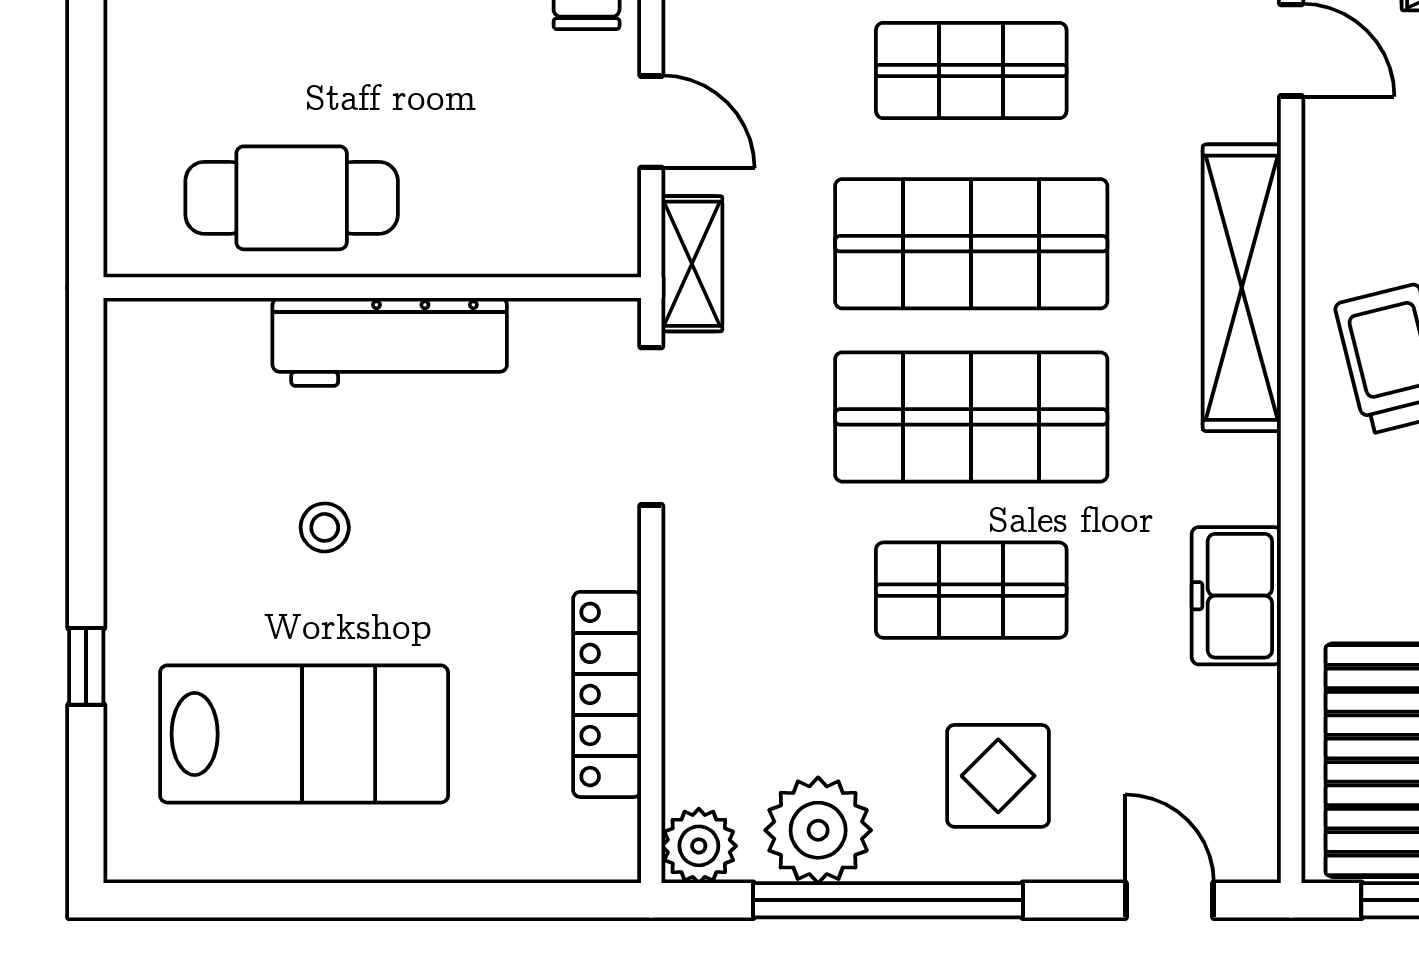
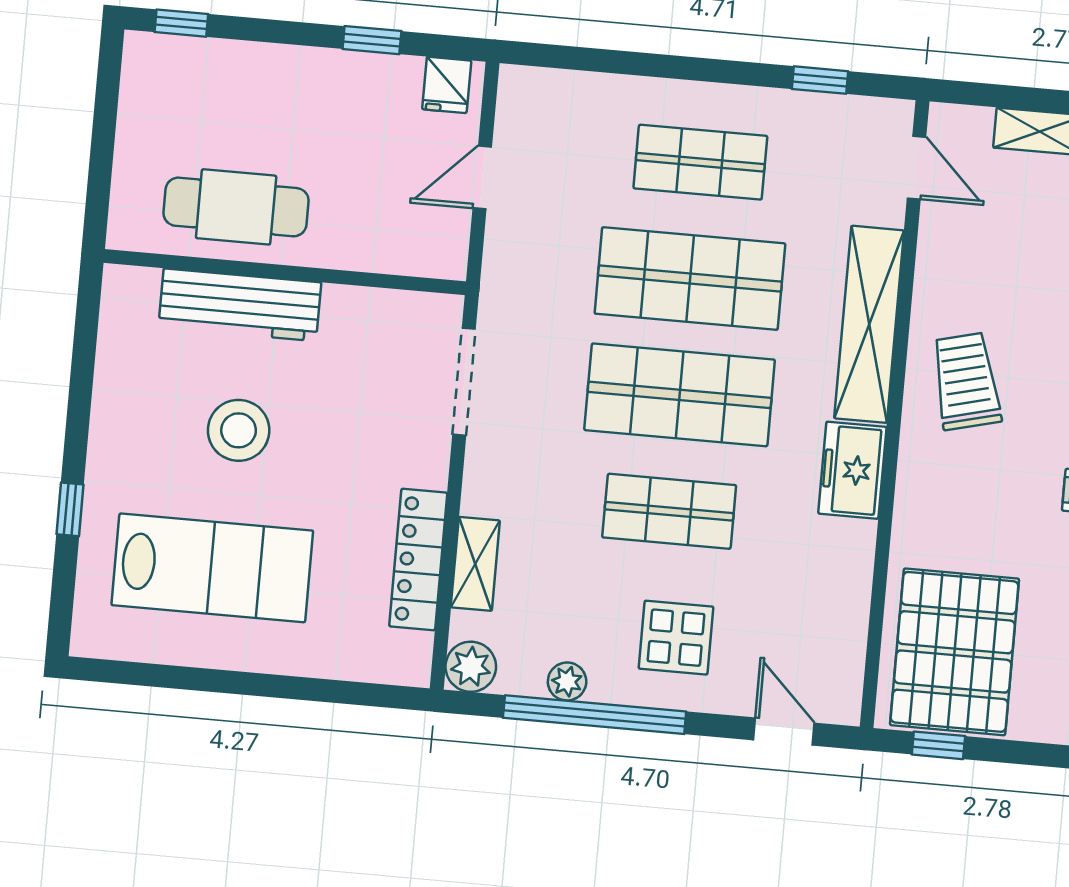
door: (651, 122) -> (482, 177), swing flipped
shelving: (692, 264) -> (475, 564), moved
workbench: (390, 342) -> (240, 305), moved
stool: (325, 527) -> (239, 430), width x1.89, depth x1.89
freezer: (1236, 596) -> (852, 470), moved
plant: (818, 830) -> (567, 681), width x0.53, depth x0.53

